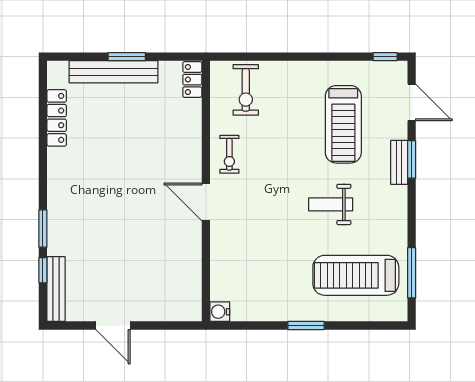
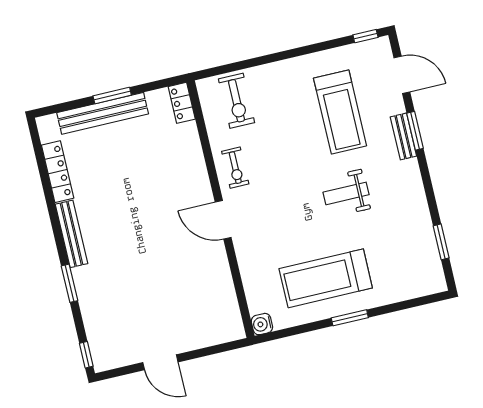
window: (43, 270) -> (86, 355), moved
window: (412, 273) -> (441, 242), width x0.69
treadmill: (356, 275) -> (326, 278), moved
bench: (56, 289) -> (72, 234), moved

